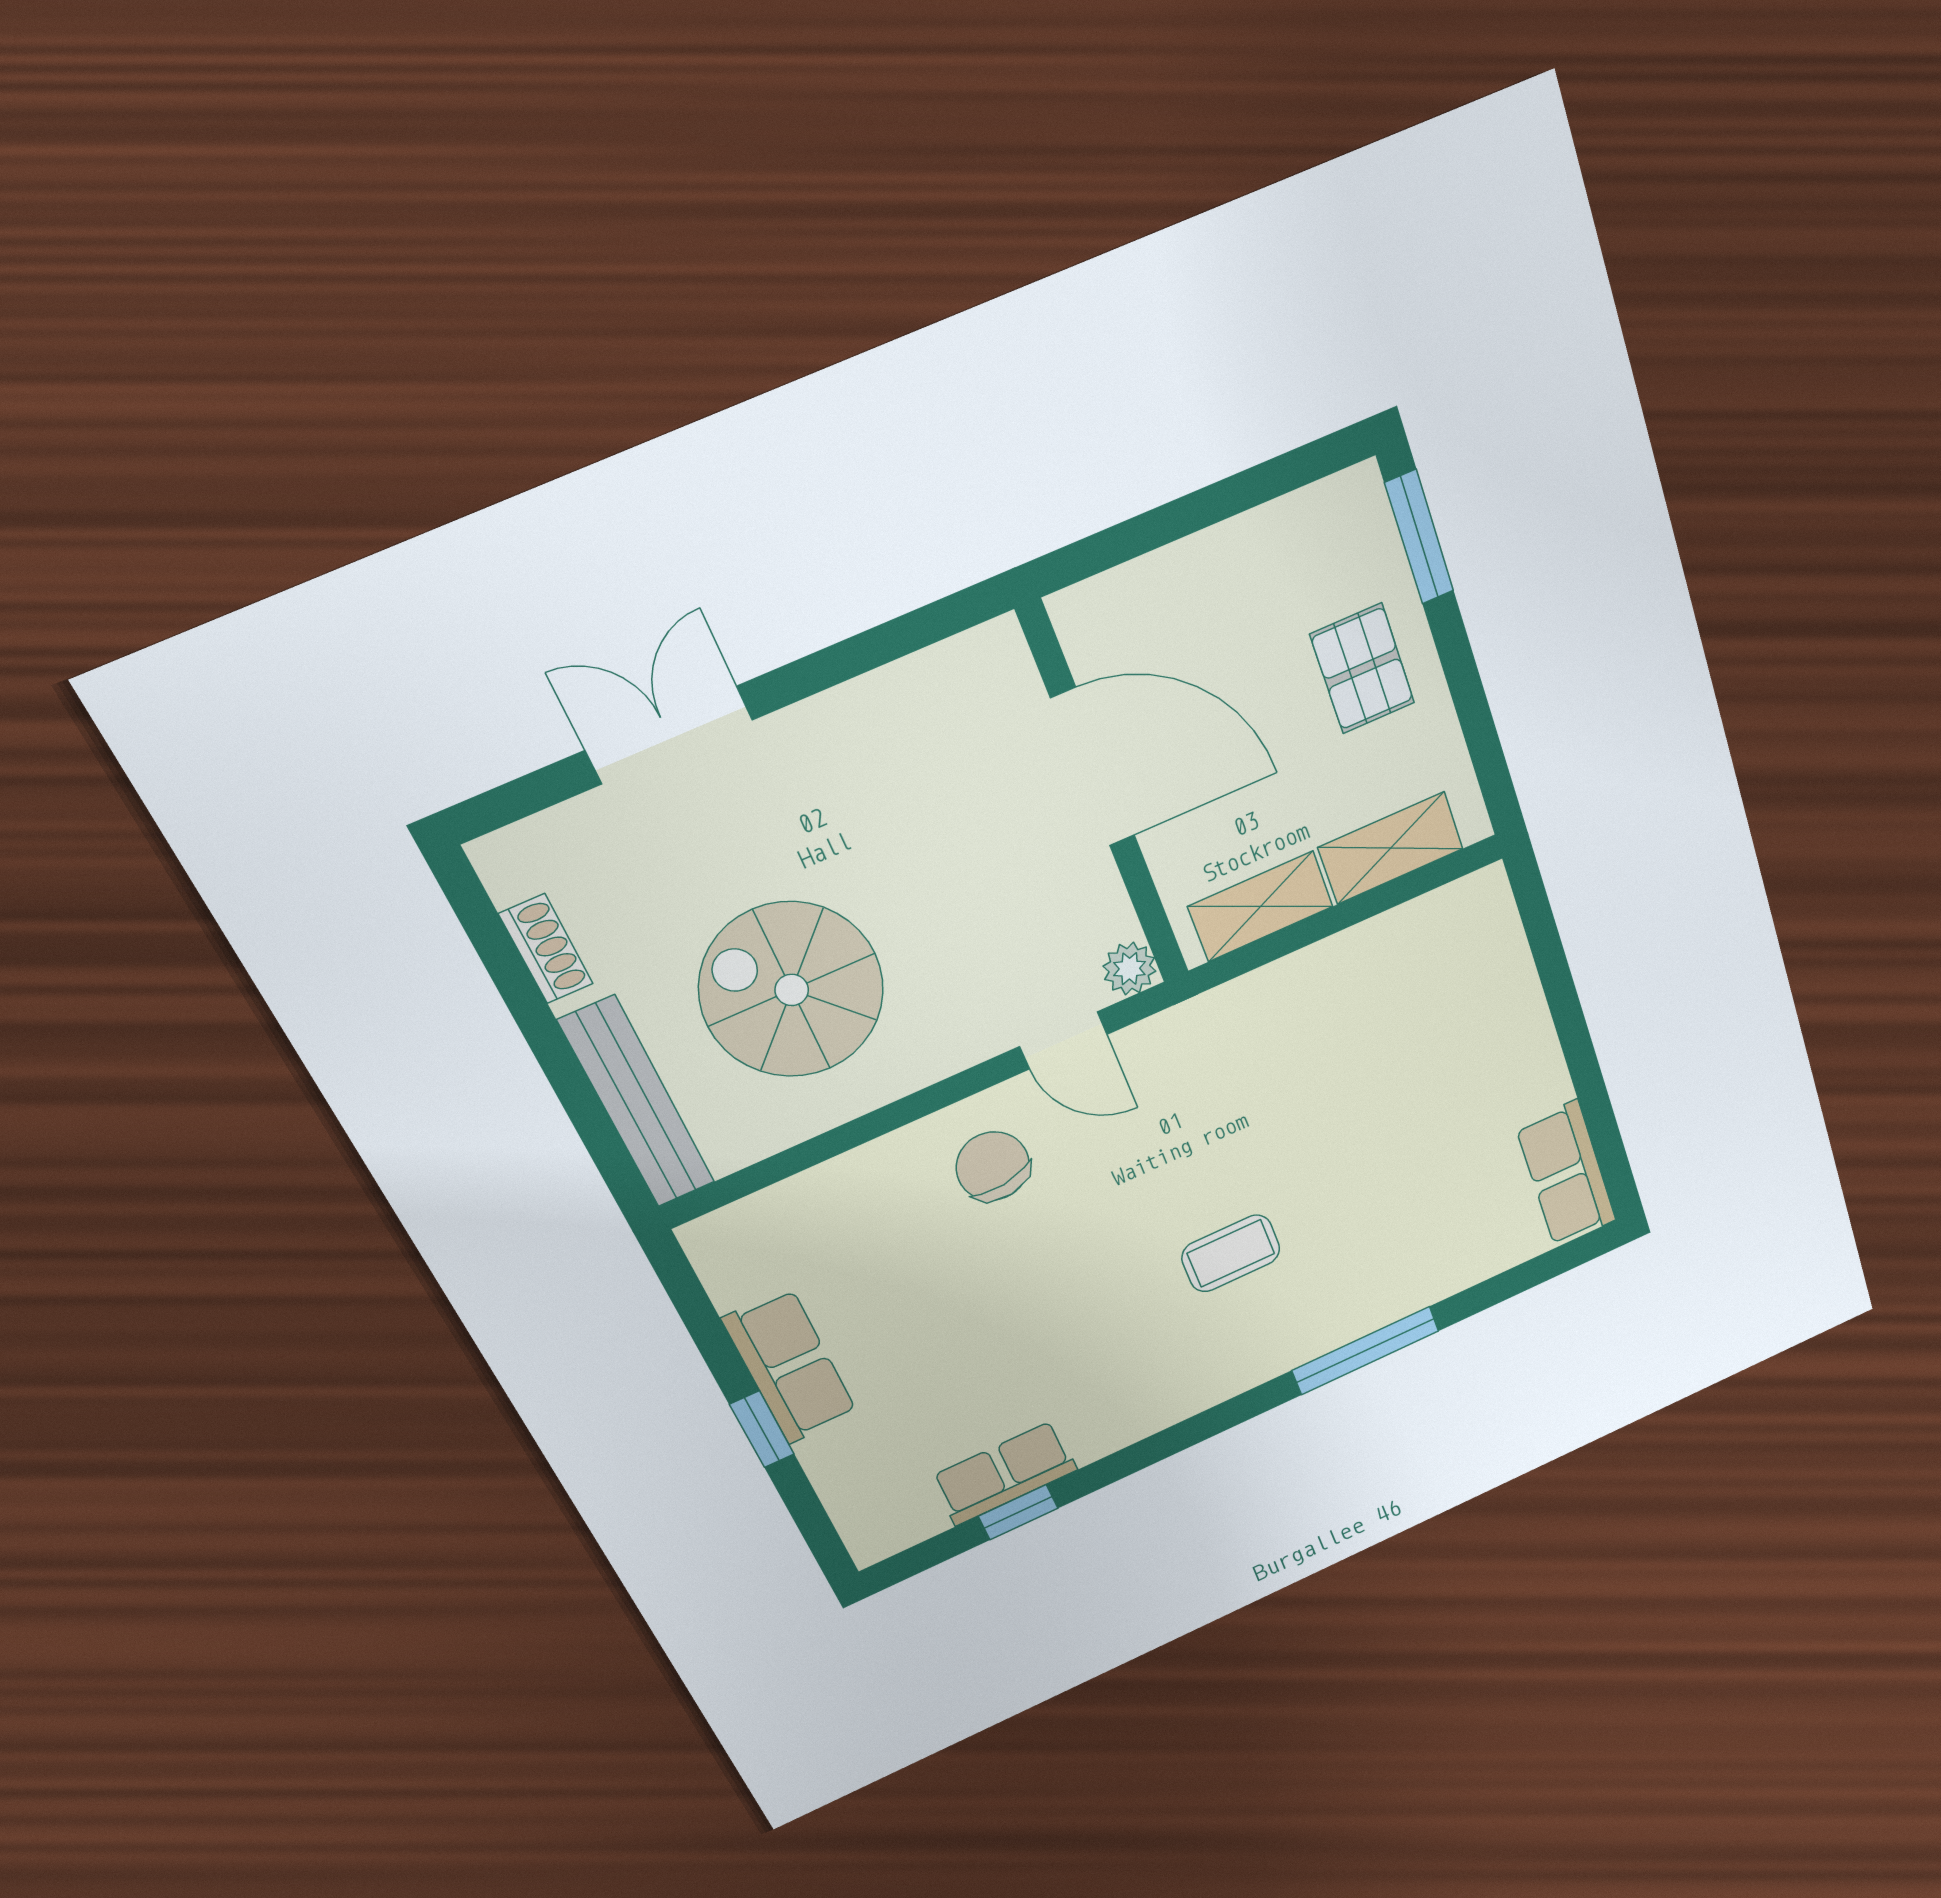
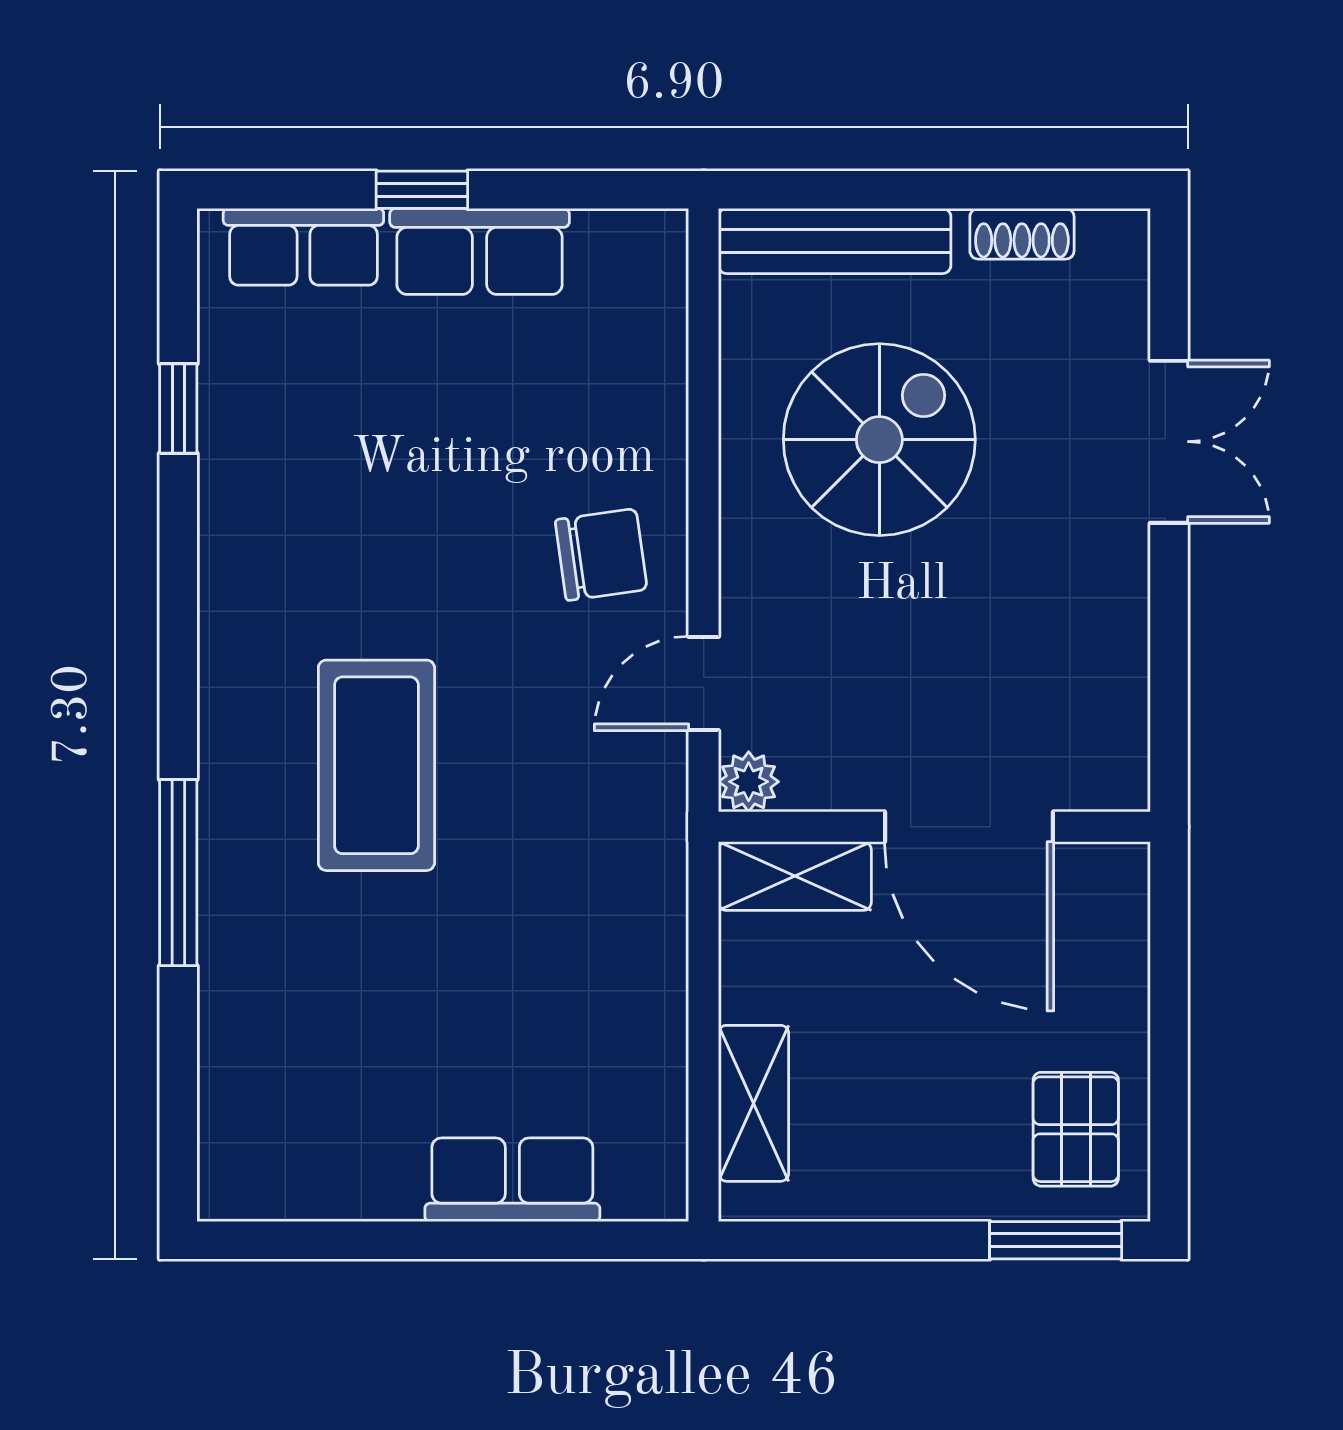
pallet: (1362, 669) -> (1076, 1129), moved, turned 90
door: (1093, 767) -> (969, 827), hinge flipped
shelving: (1261, 906) -> (795, 876), moved, turned 90
row of seats: (1566, 1174) -> (512, 1180), moved
coffee table: (1231, 1253) -> (376, 765), width x1.86, depth x1.72
row of seats: (1004, 1473) -> (303, 247), moved, turned 90

